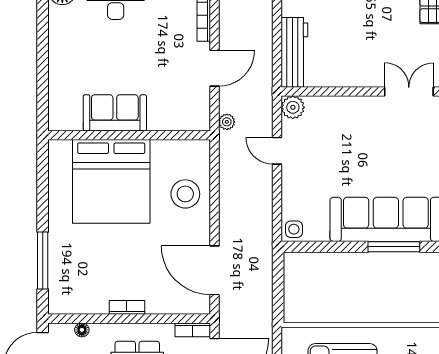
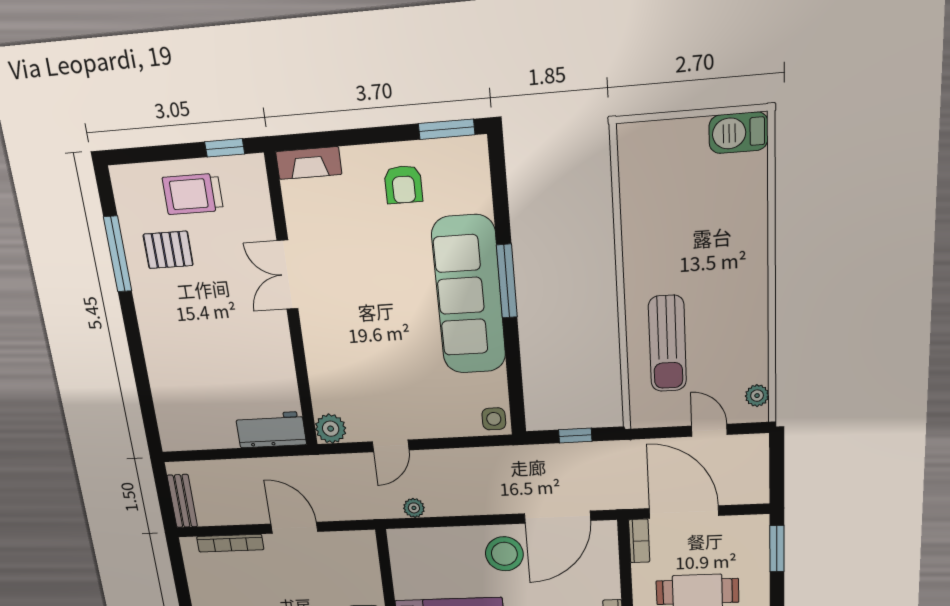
workbench: (294, 52) -> (271, 430), width x0.73
plant: (227, 122) -> (414, 508), moved
stool: (185, 194) -> (504, 554), moved
window: (278, 287) -> (575, 436), added

